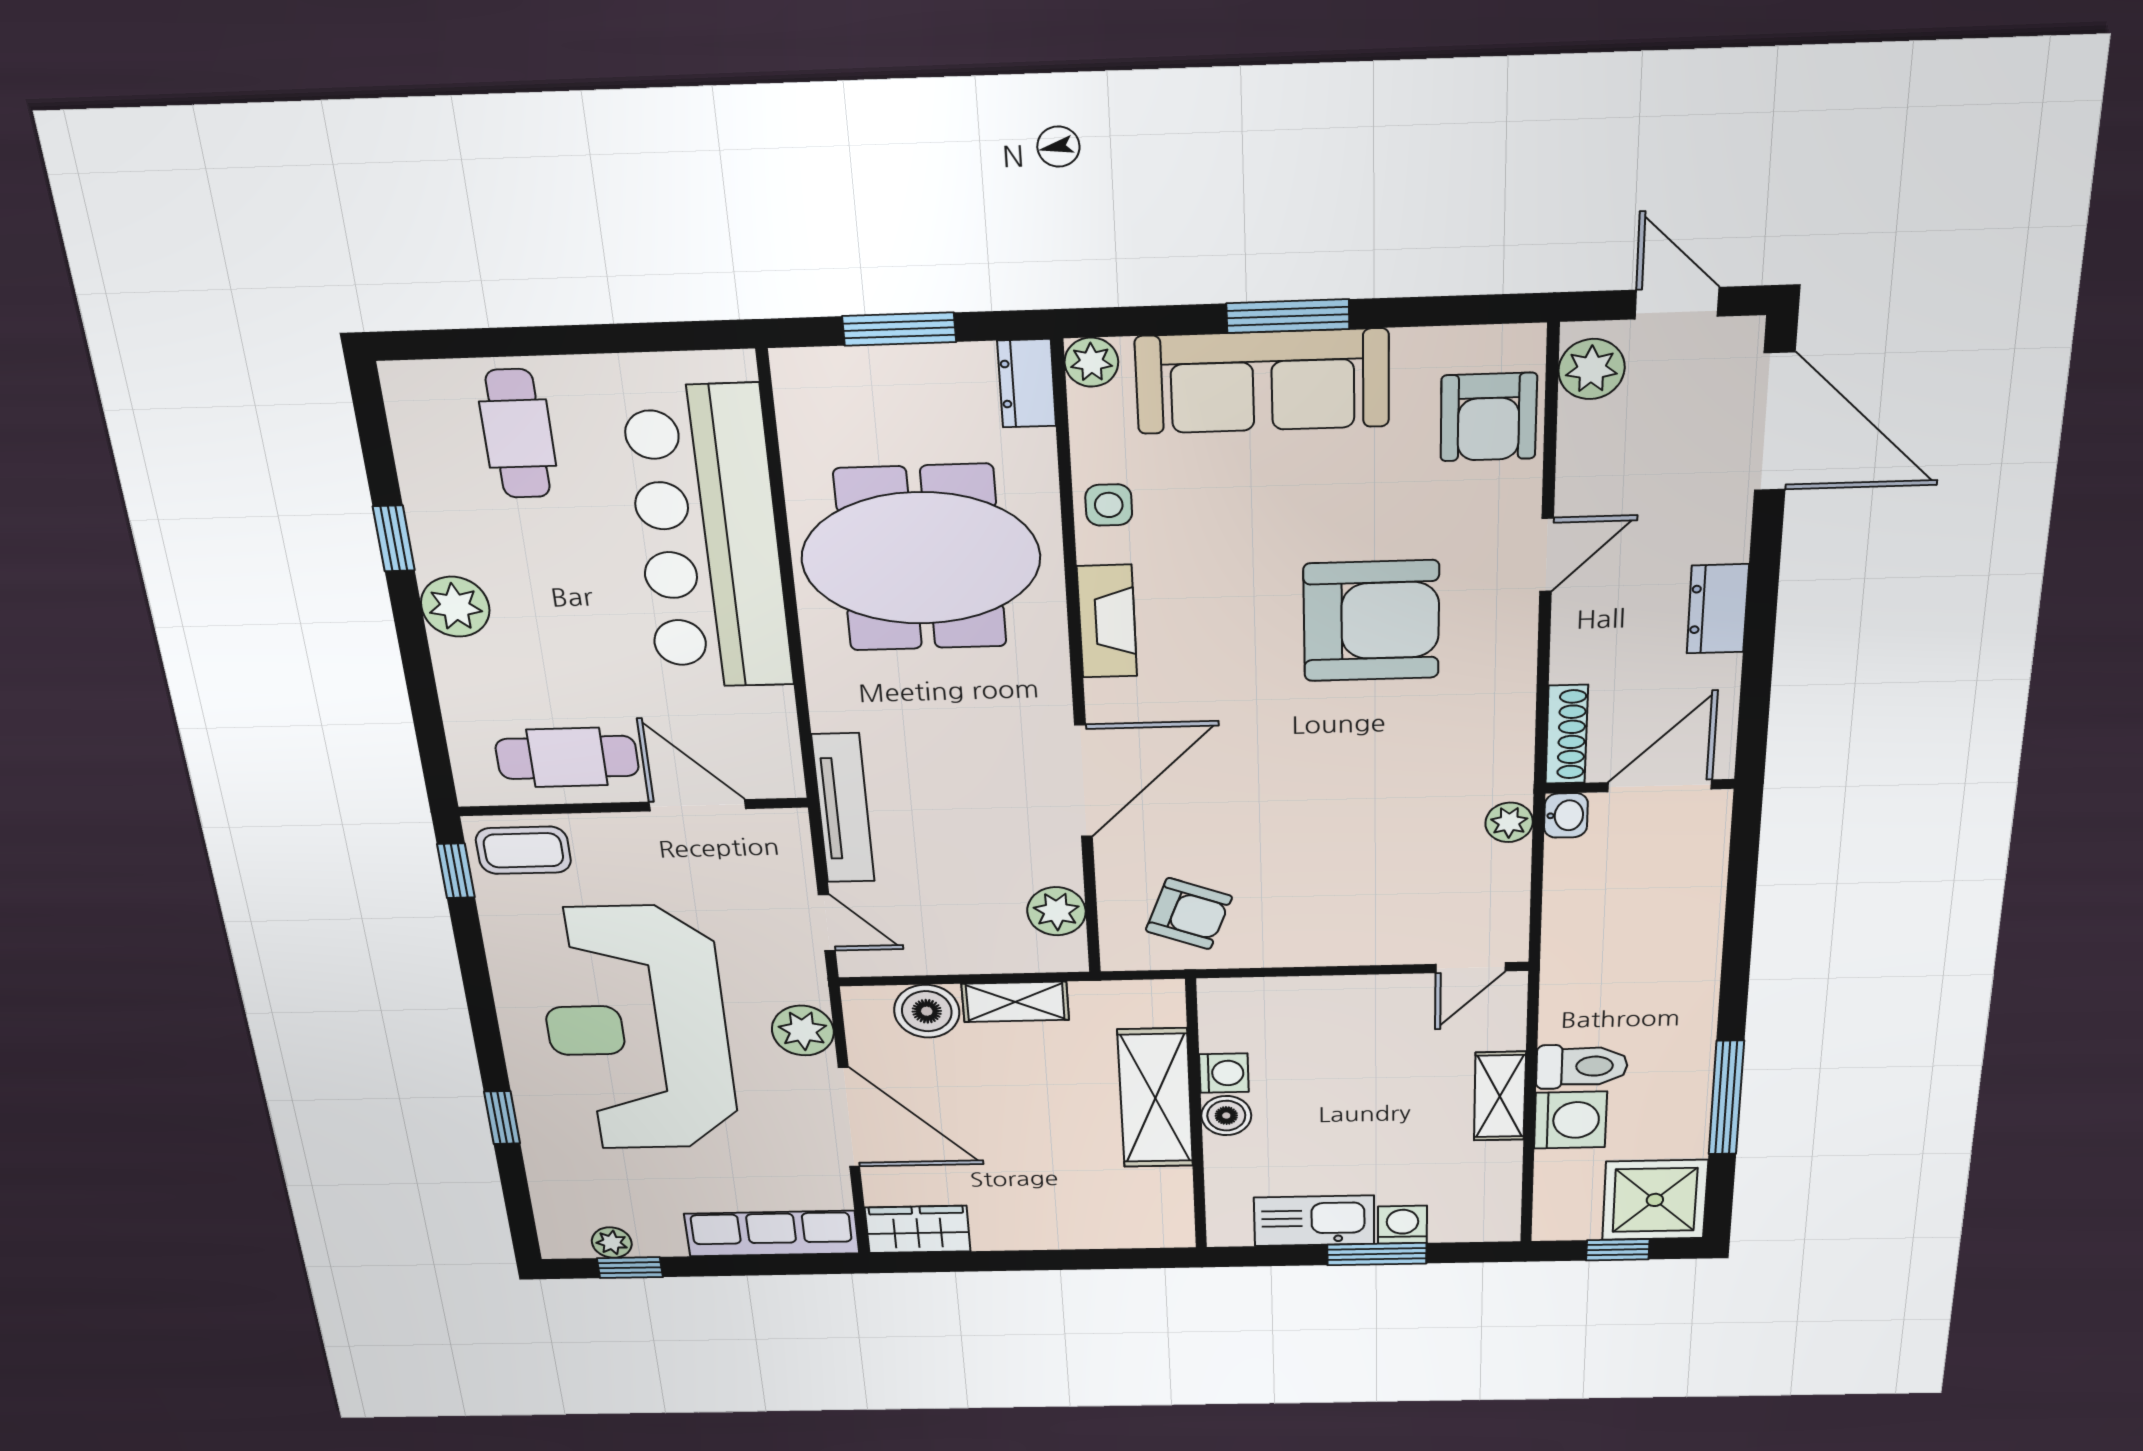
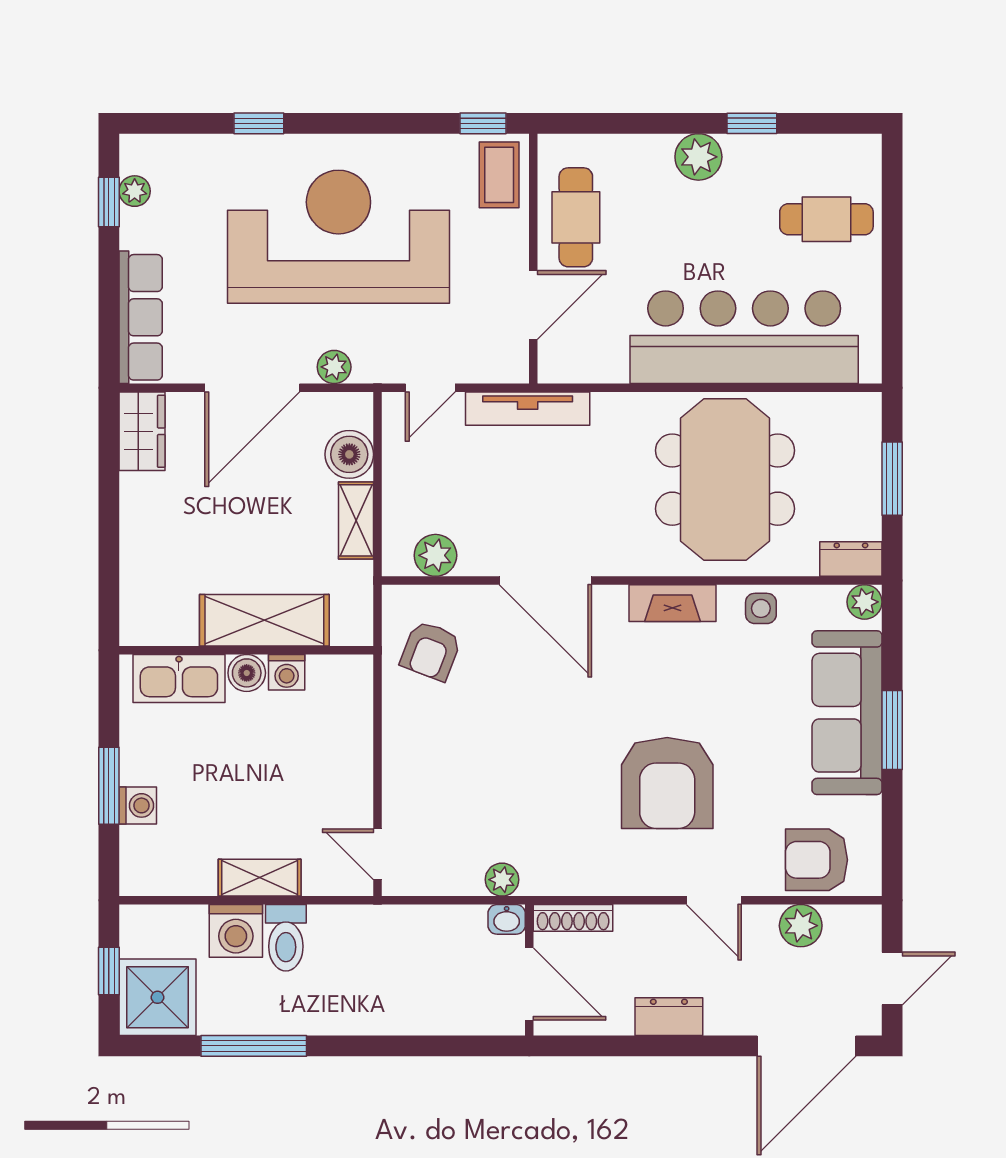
plant: (1591, 369) -> (801, 926), moved
plant: (803, 1031) -> (334, 367), width x0.73, depth x0.73
kitchen sink: (1314, 1221) -> (179, 678), moved, turned 90

